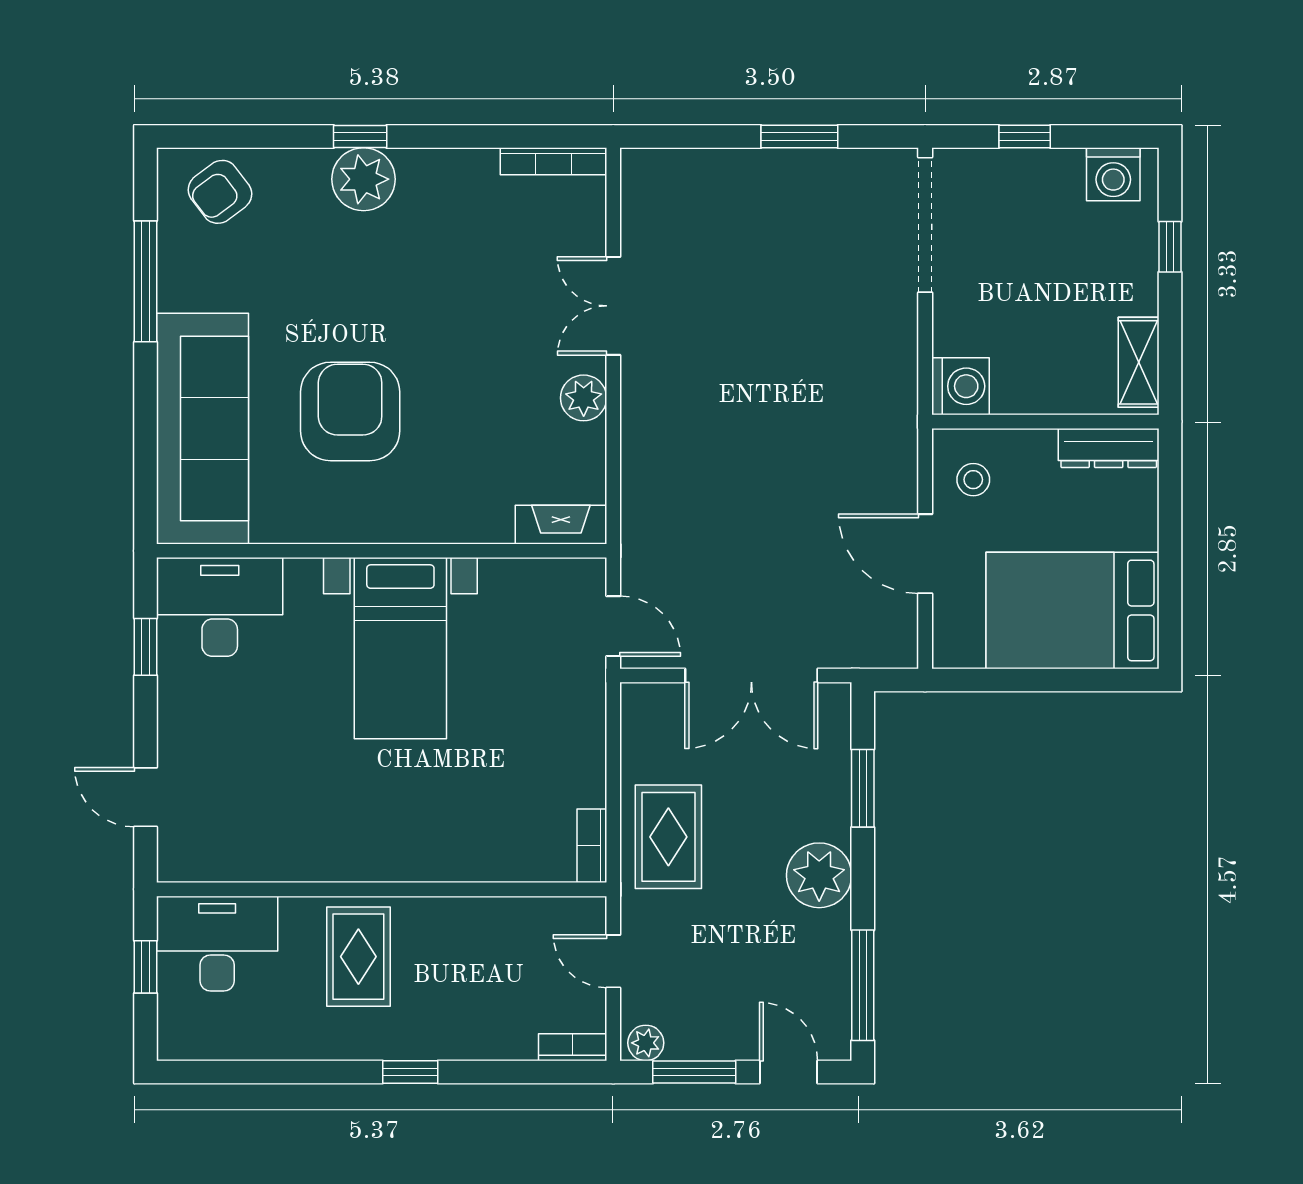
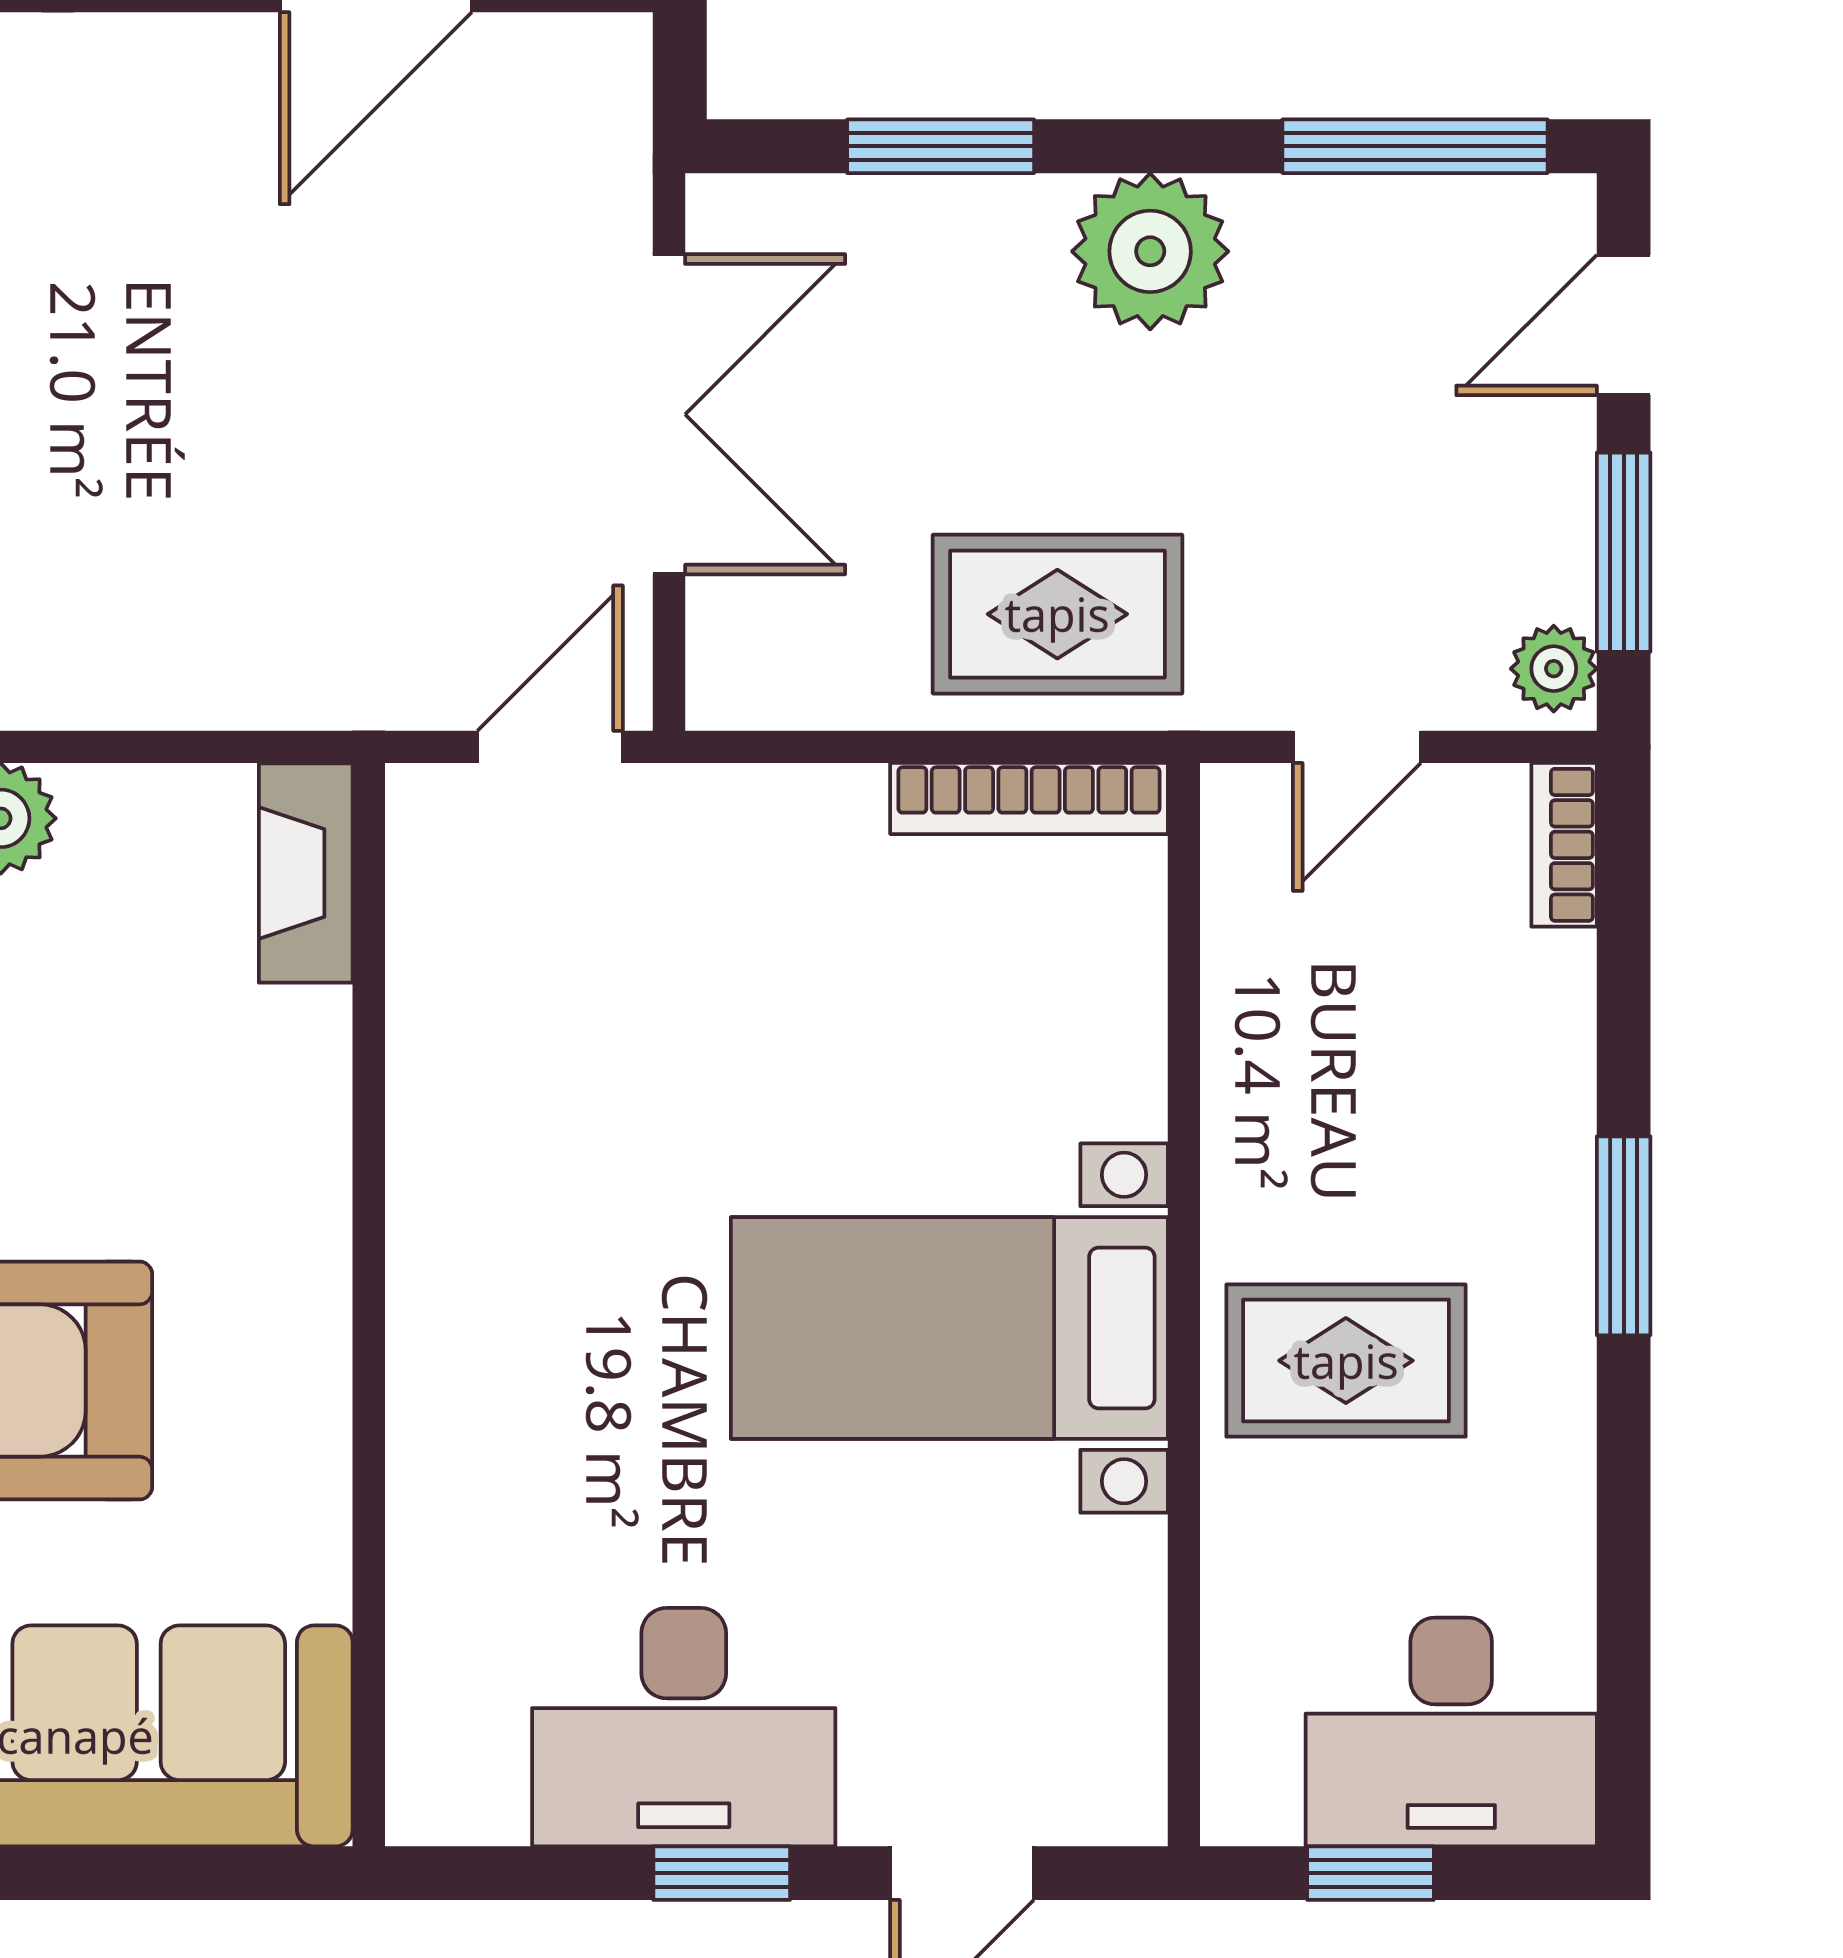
desk: (220, 607) -> (684, 1727), moved, turned -90
window: (146, 647) -> (722, 1873), moved
bed with nightstands: (400, 648) -> (949, 1328), moved, turned 180
bookcase: (592, 846) -> (1029, 799), width x1.56
desk: (217, 944) -> (1451, 1732), moved, turned -90
window: (410, 1072) -> (1624, 1236), width x1.50

